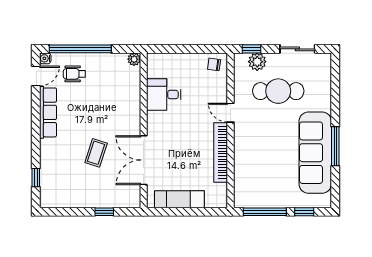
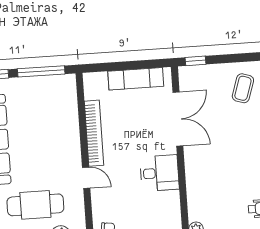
desk: (164, 95) -> (159, 173), moved
coffee table: (96, 153) -> (243, 88), moved
window: (104, 212) -> (196, 61), moved

